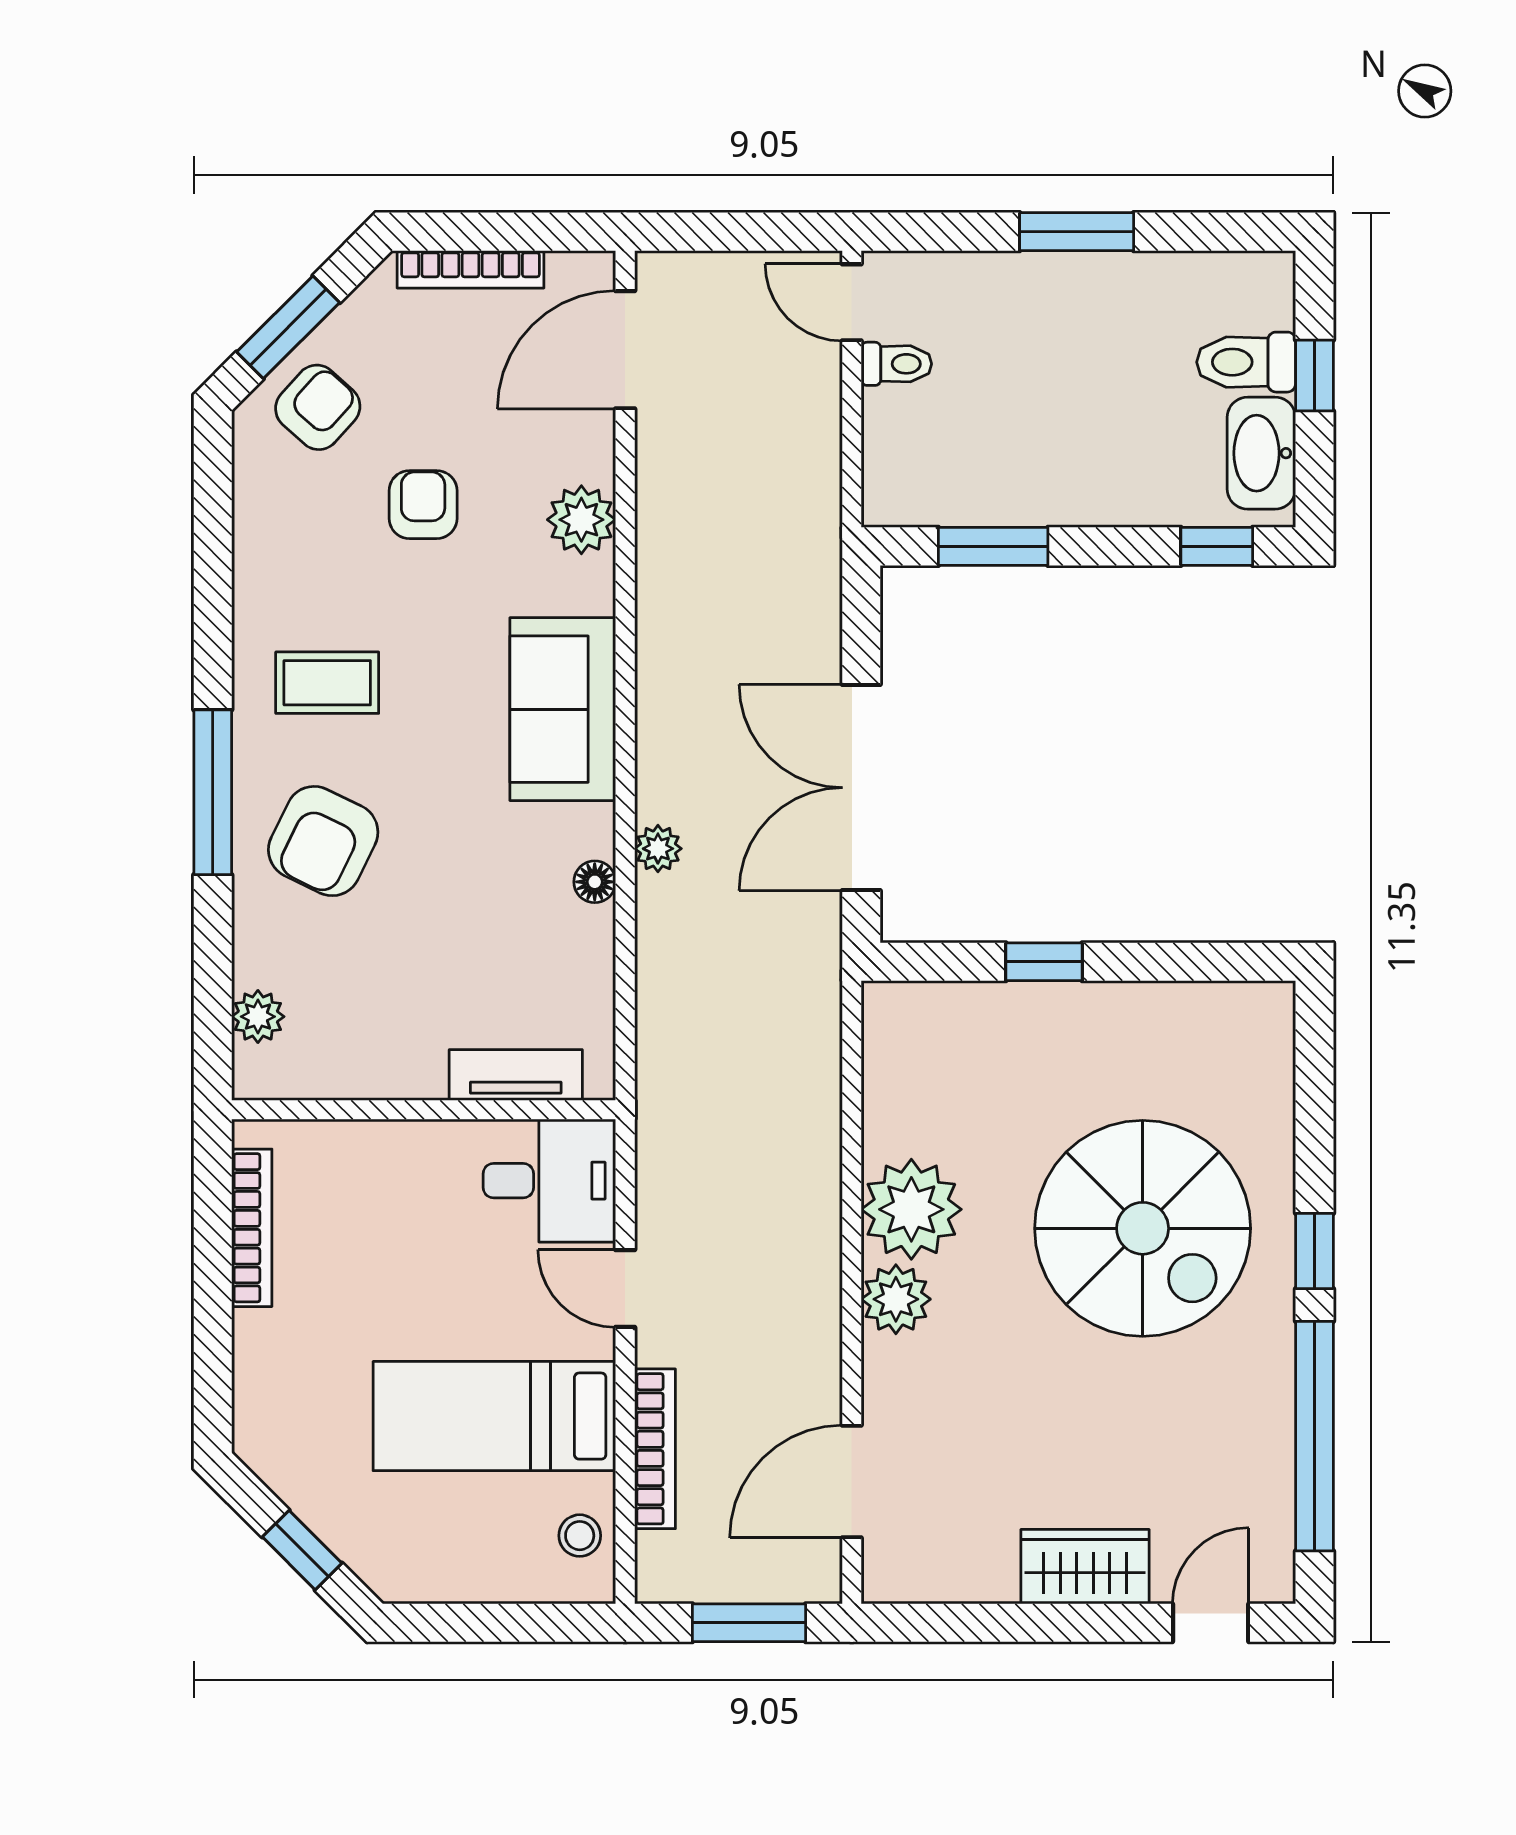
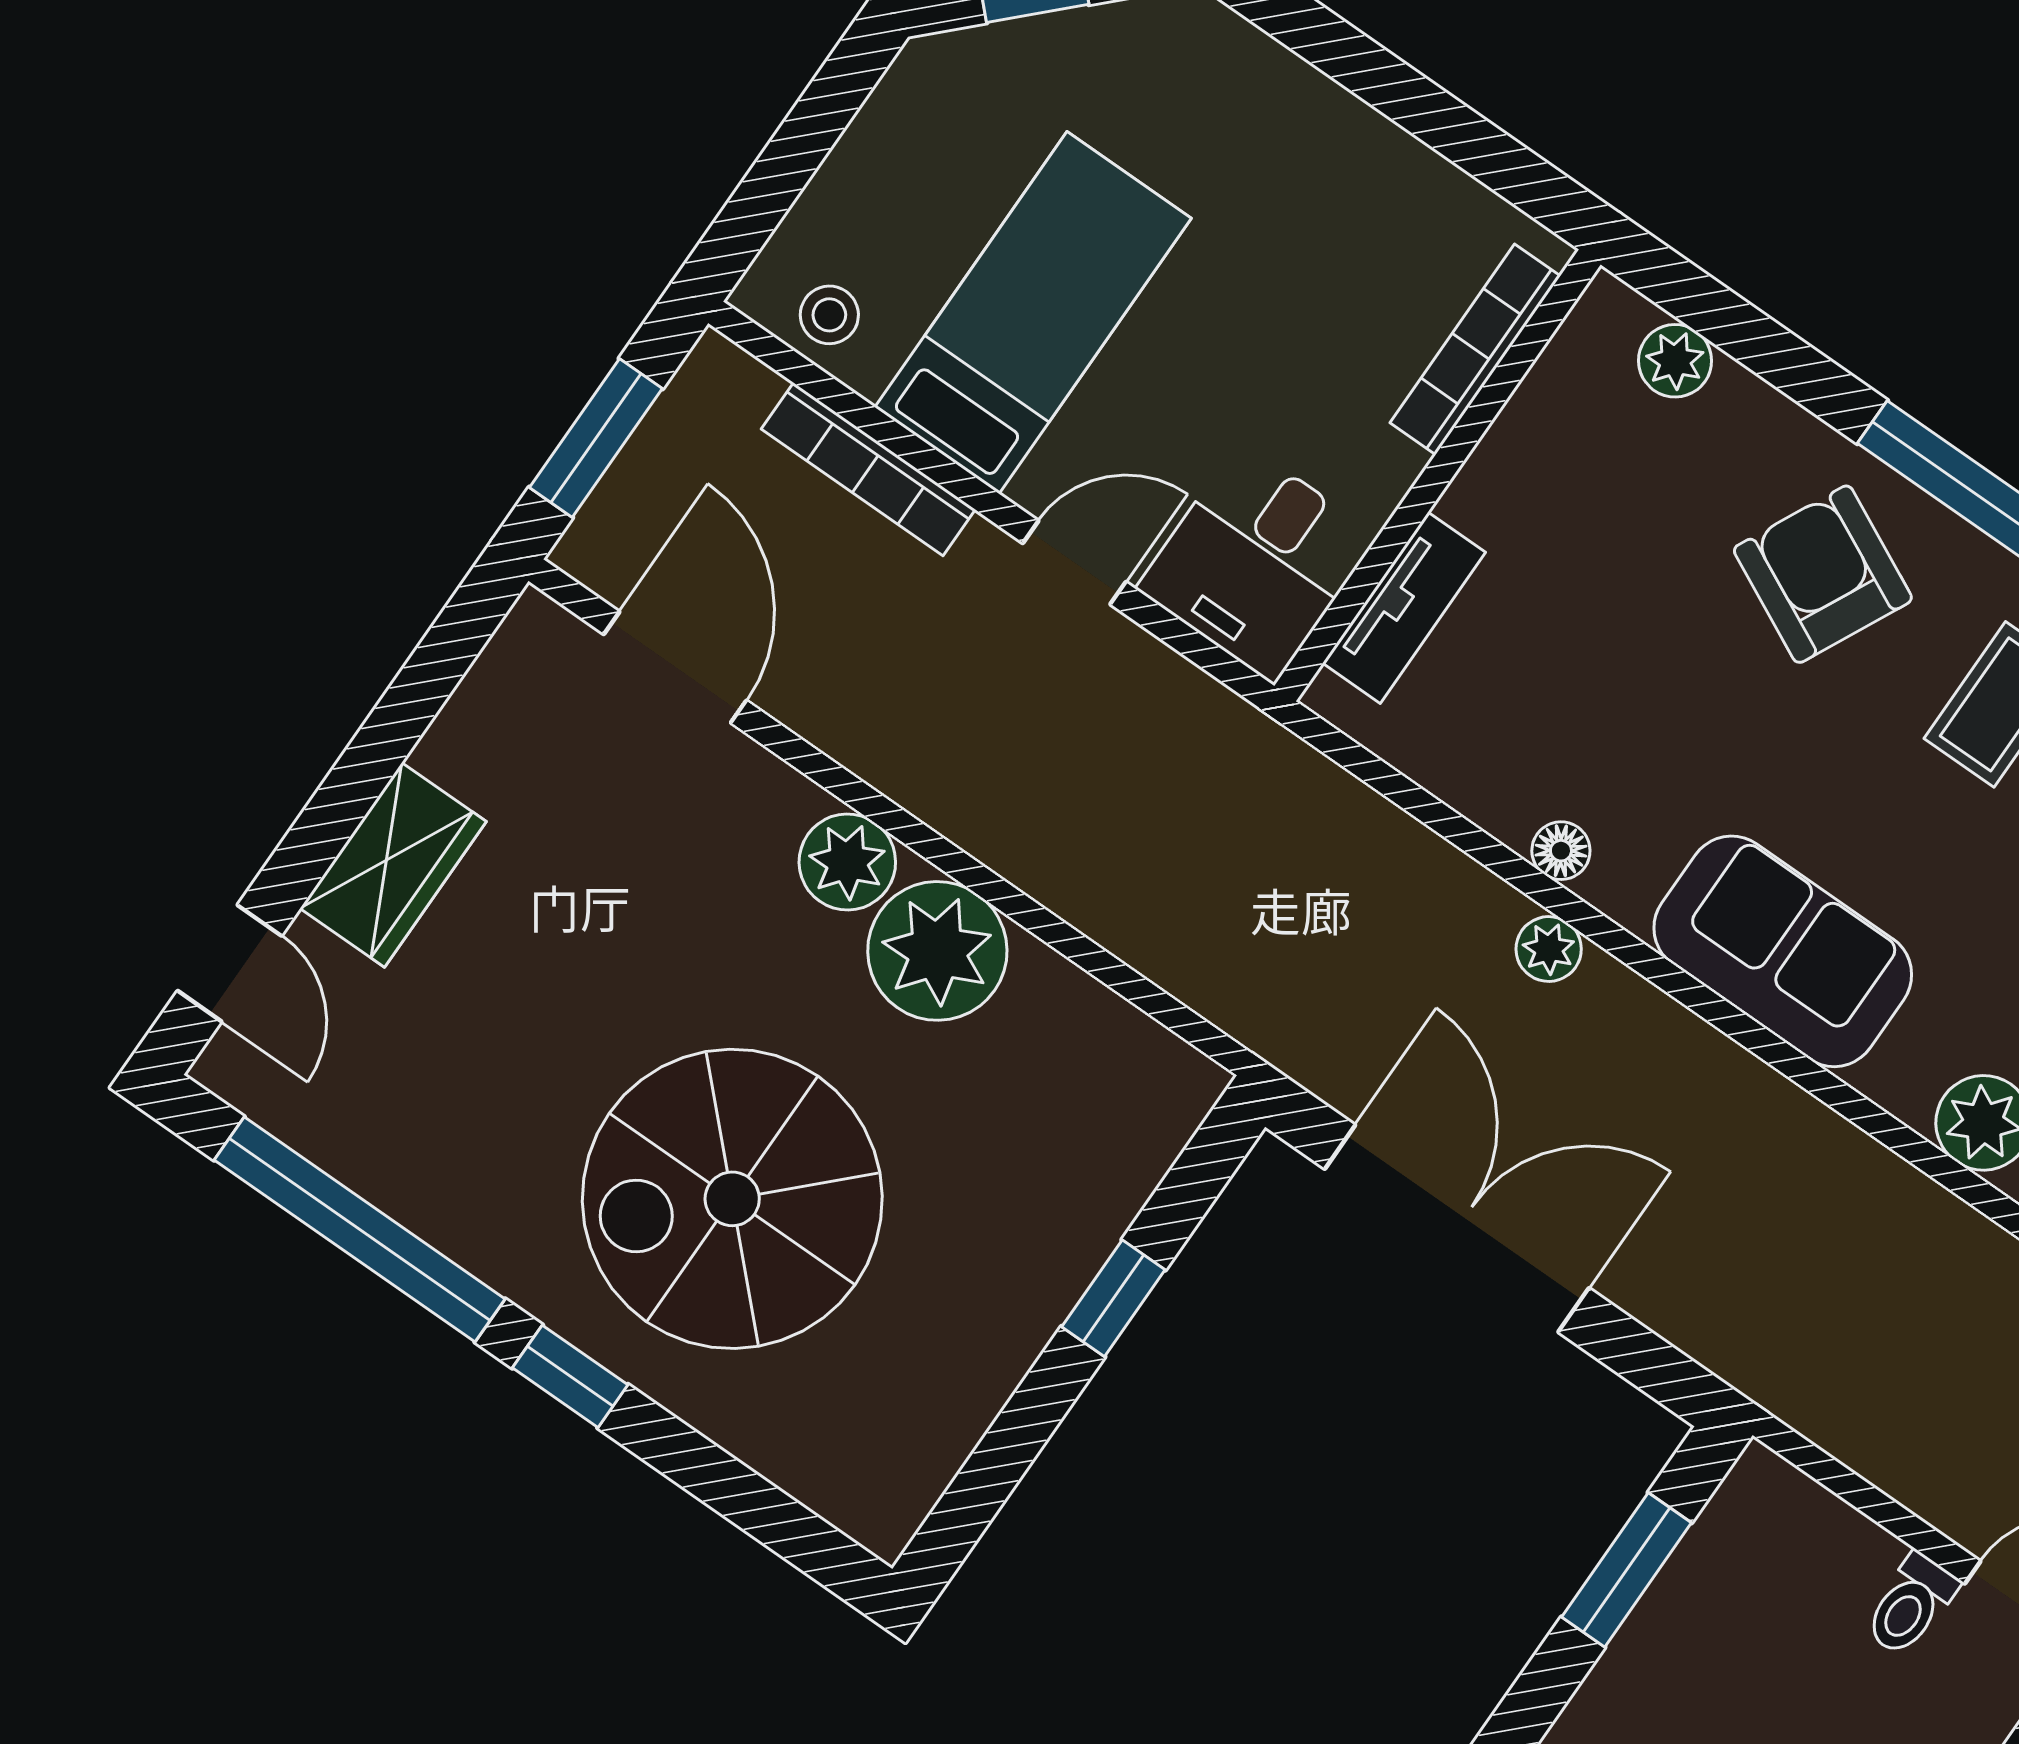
bookcase: (252, 1228) -> (1475, 349), moved, turned 90

